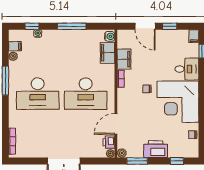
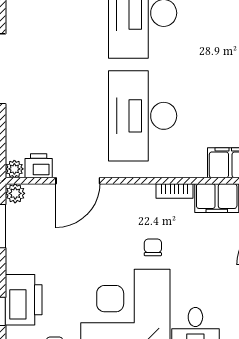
door: (116, 124) -> (78, 181), swing flipped
printer: (156, 149) -> (24, 300), moved

